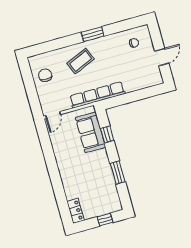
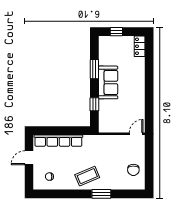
window: (93, 34) -> (101, 194), moved
coffee table: (81, 61) -> (87, 176), moved
row of seats: (97, 95) -> (58, 141), moved
sofa: (91, 132) -> (108, 82), moved

